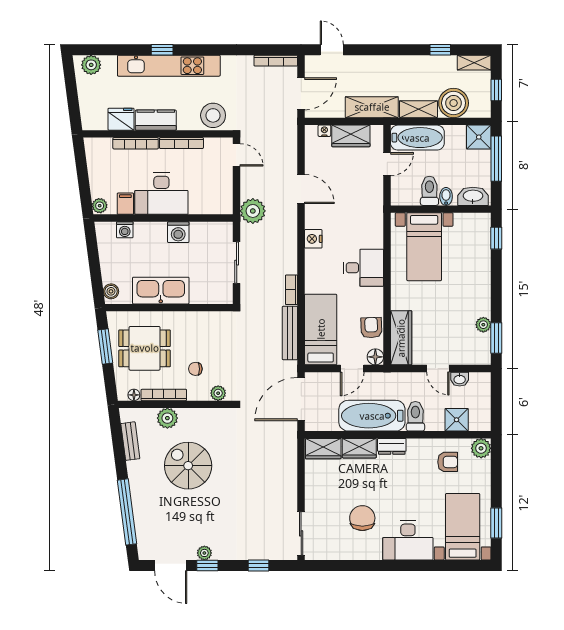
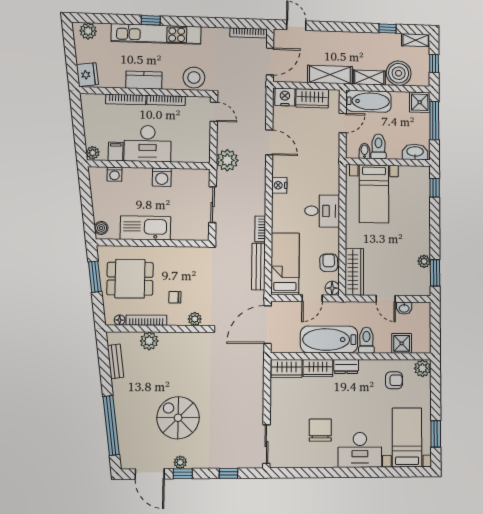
fridge: (121, 119) -> (87, 75), moved, turned 83
nightstand: (324, 131) -> (285, 97), width x1.89, depth x1.79
bidet: (446, 196) -> (364, 151), moved
spiral stairs: (188, 466) -> (178, 418), moved

